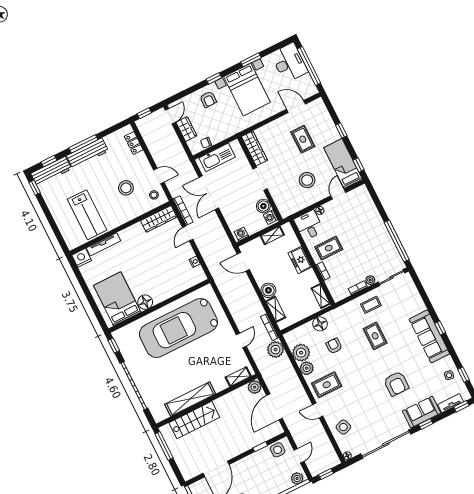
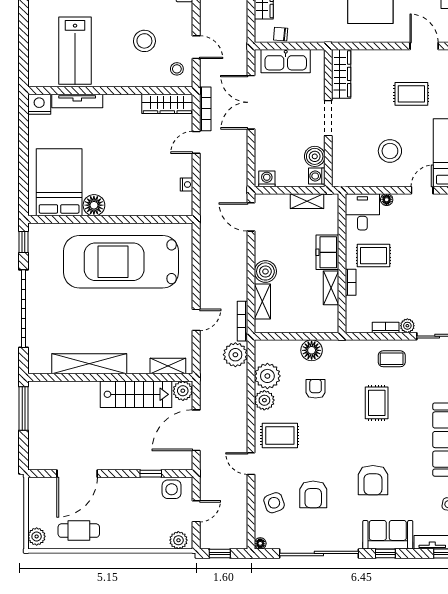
rug: (303, 139) -> (411, 94), turned 90
shelving: (321, 296) -> (331, 288), moved
armchair: (364, 410) -> (313, 494), added
stairs: (194, 420) -> (136, 394), moved

